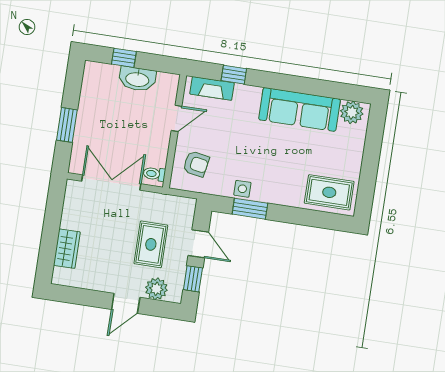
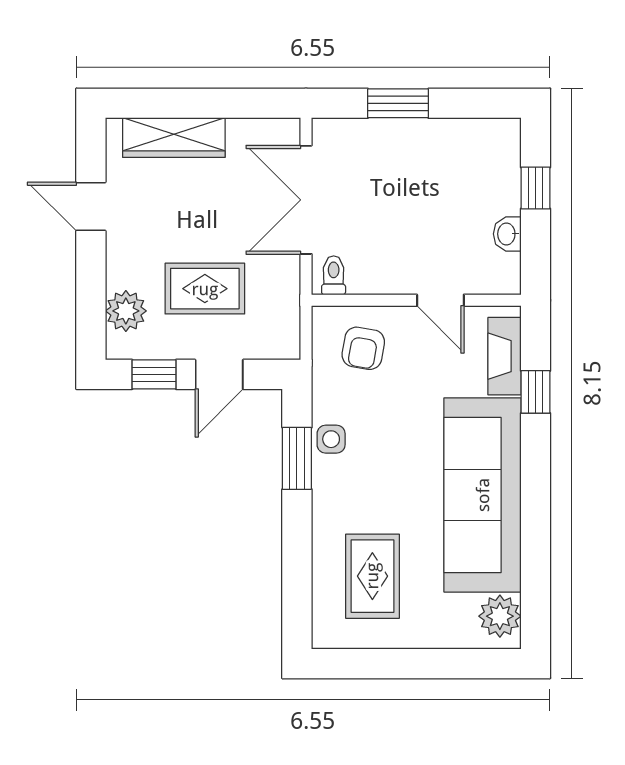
washbasin: (137, 79) -> (507, 234), width x0.52, depth x0.69
sofa: (300, 109) -> (483, 495), width x1.36, depth x1.27
double door: (111, 183) -> (306, 200), swing flipped
rug: (329, 192) -> (372, 576), moved
wardrobe: (67, 249) -> (174, 138), width x1.50
door: (126, 303) -> (91, 207), moved

